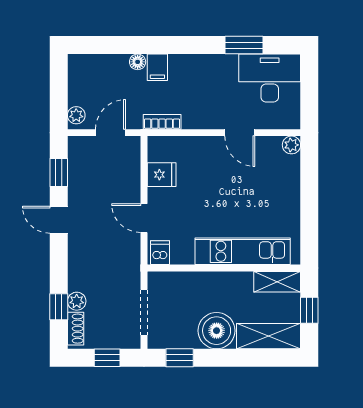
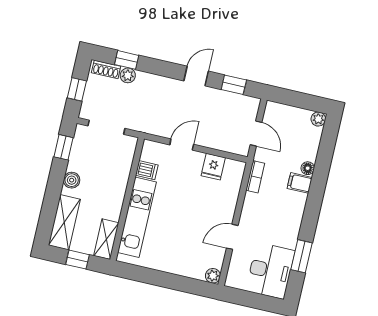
plant: (76, 115) -> (318, 119), moved
dishwasher: (160, 253) -> (147, 170), moved
boiler: (217, 331) -> (72, 180), width x0.54, depth x0.54

